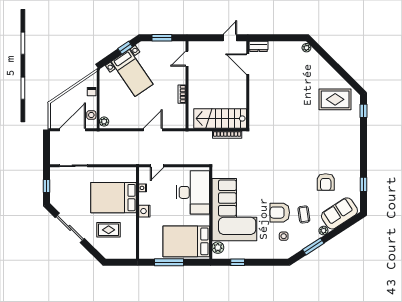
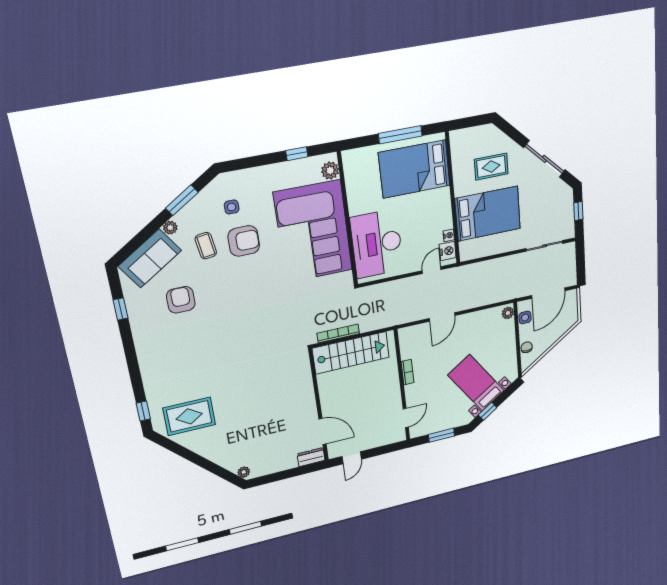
nightstand: (144, 211) -> (448, 251), moved
bed: (186, 241) -> (414, 169), moved, turned 180

